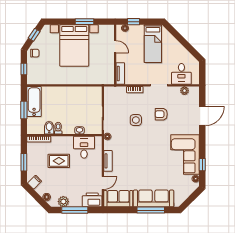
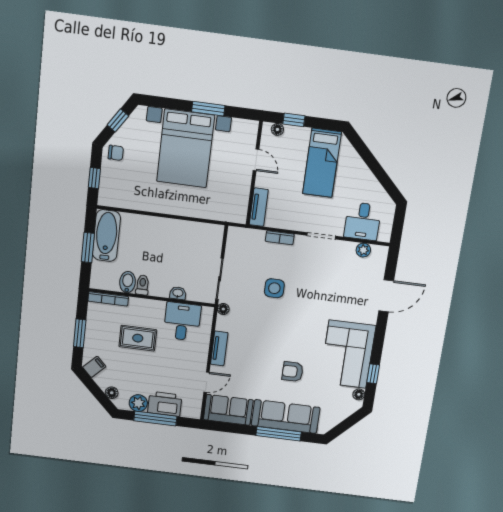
armchair: (161, 114) -> (293, 372), moved
printer: (92, 200) -> (165, 404), moved

